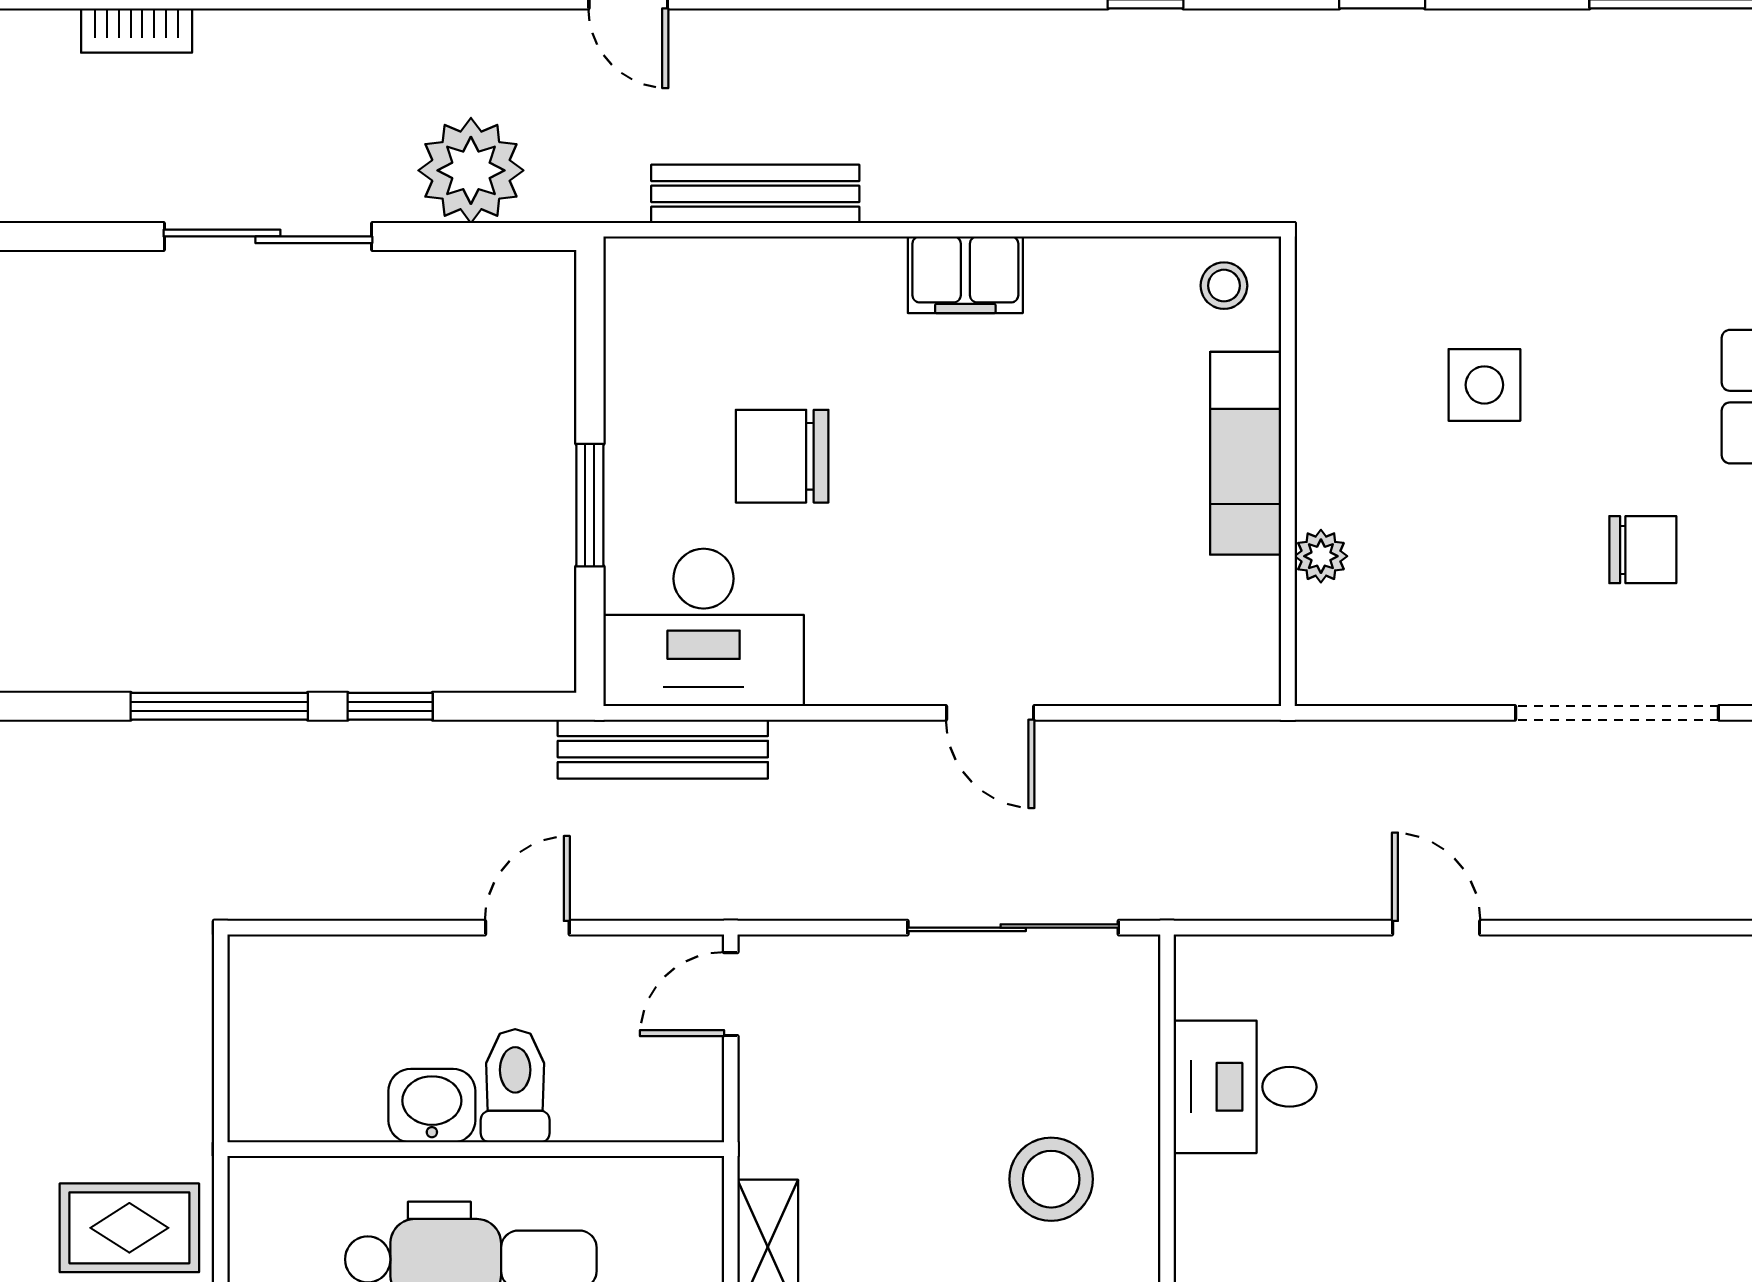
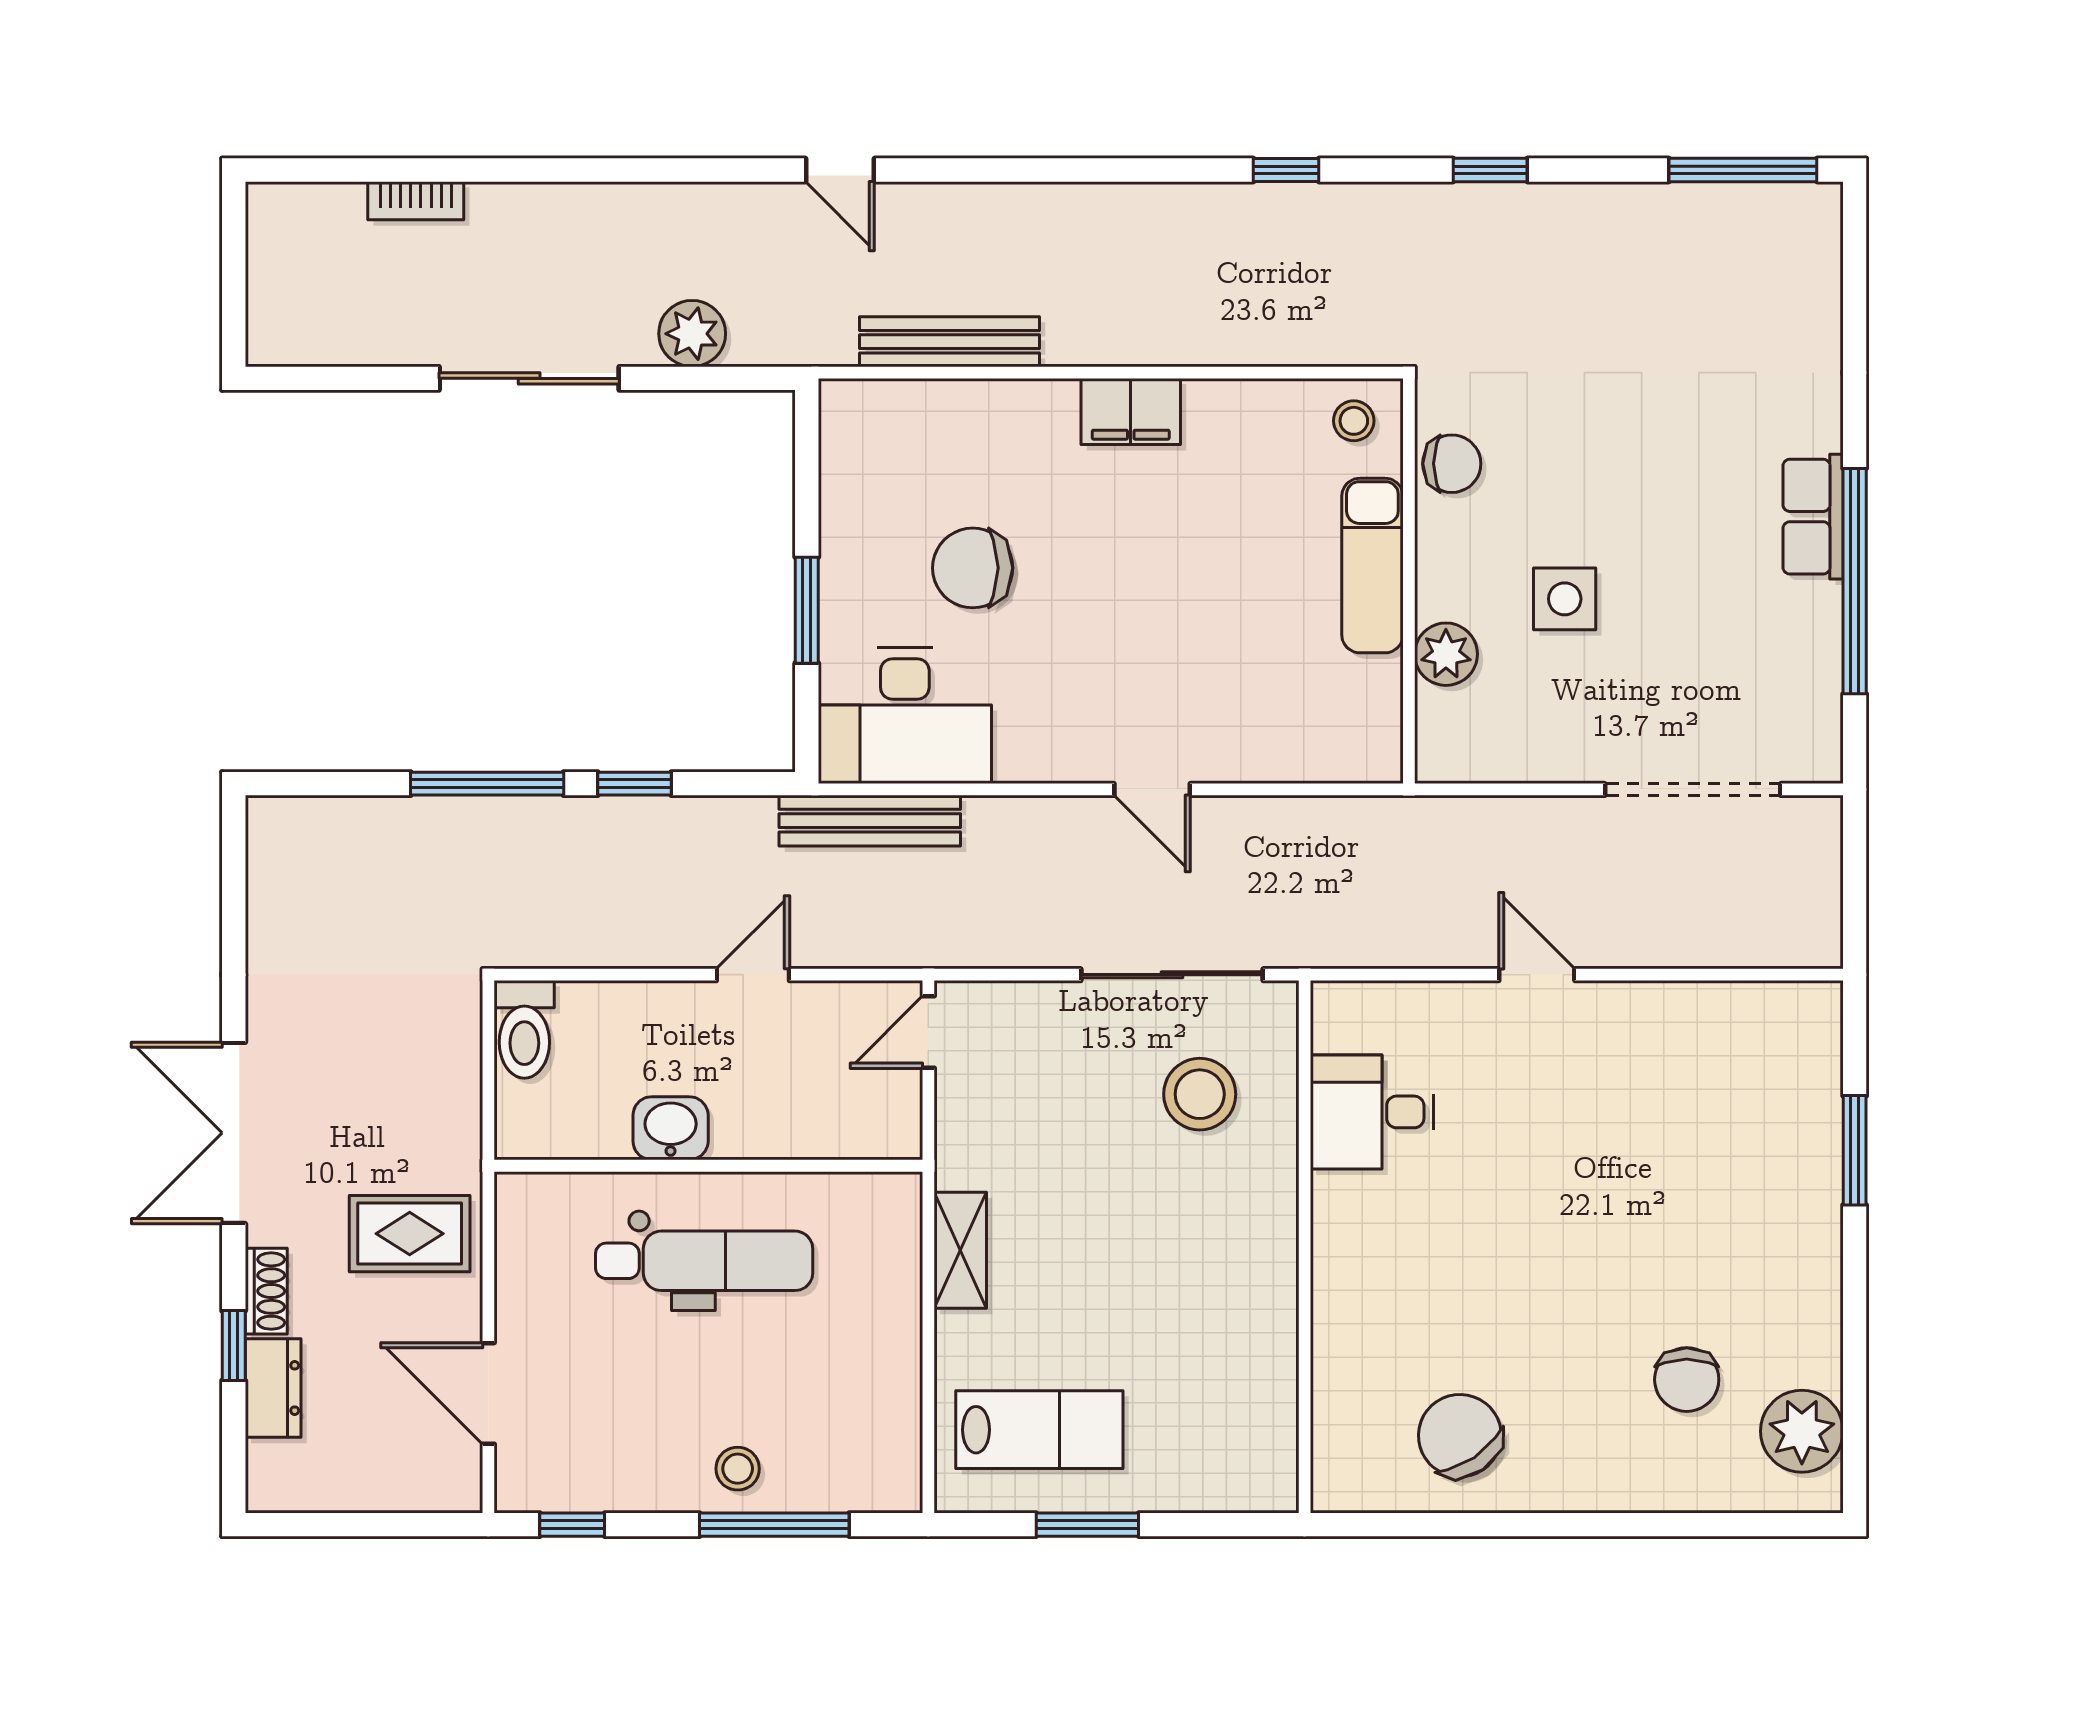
plant: (471, 170) -> (692, 334), width x0.73, depth x0.73
side table: (1484, 385) -> (1565, 599), moved
chair: (1643, 550) -> (1452, 464), moved
plant: (1321, 556) -> (1446, 654), width x1.38, depth x1.38
toilet: (515, 1086) -> (524, 1029), moved, turned 180
stool: (1051, 1179) -> (1200, 1094), moved

